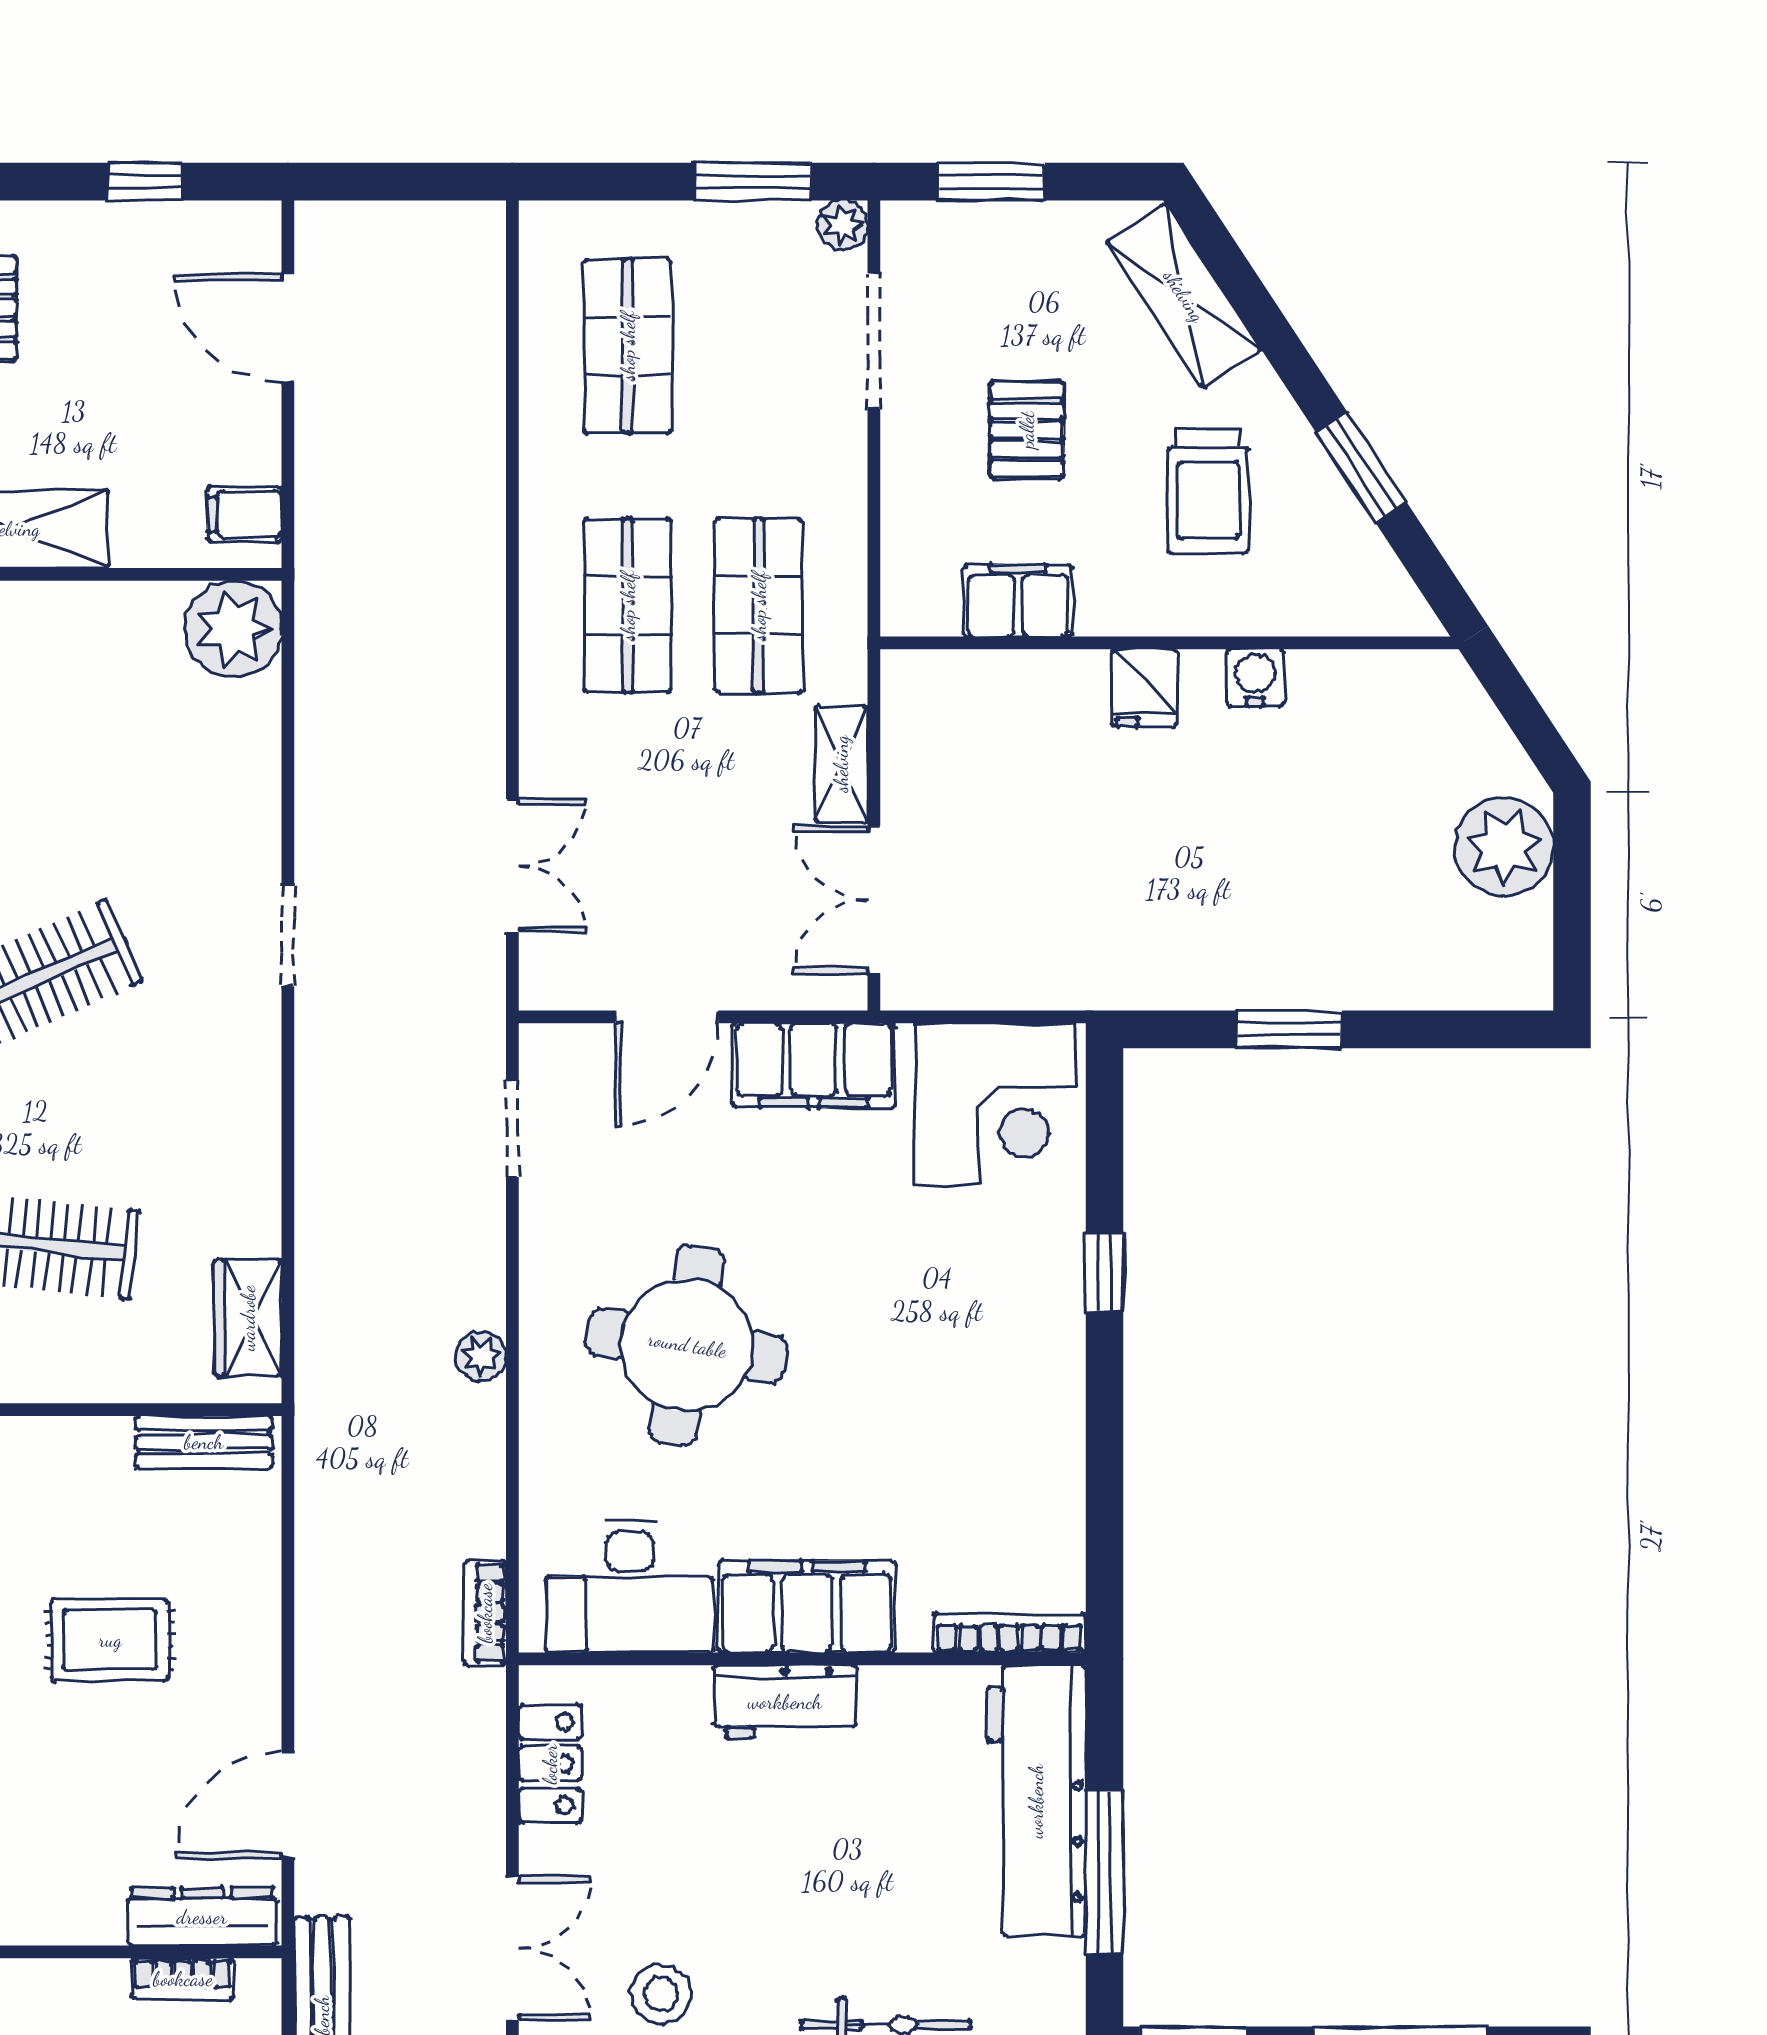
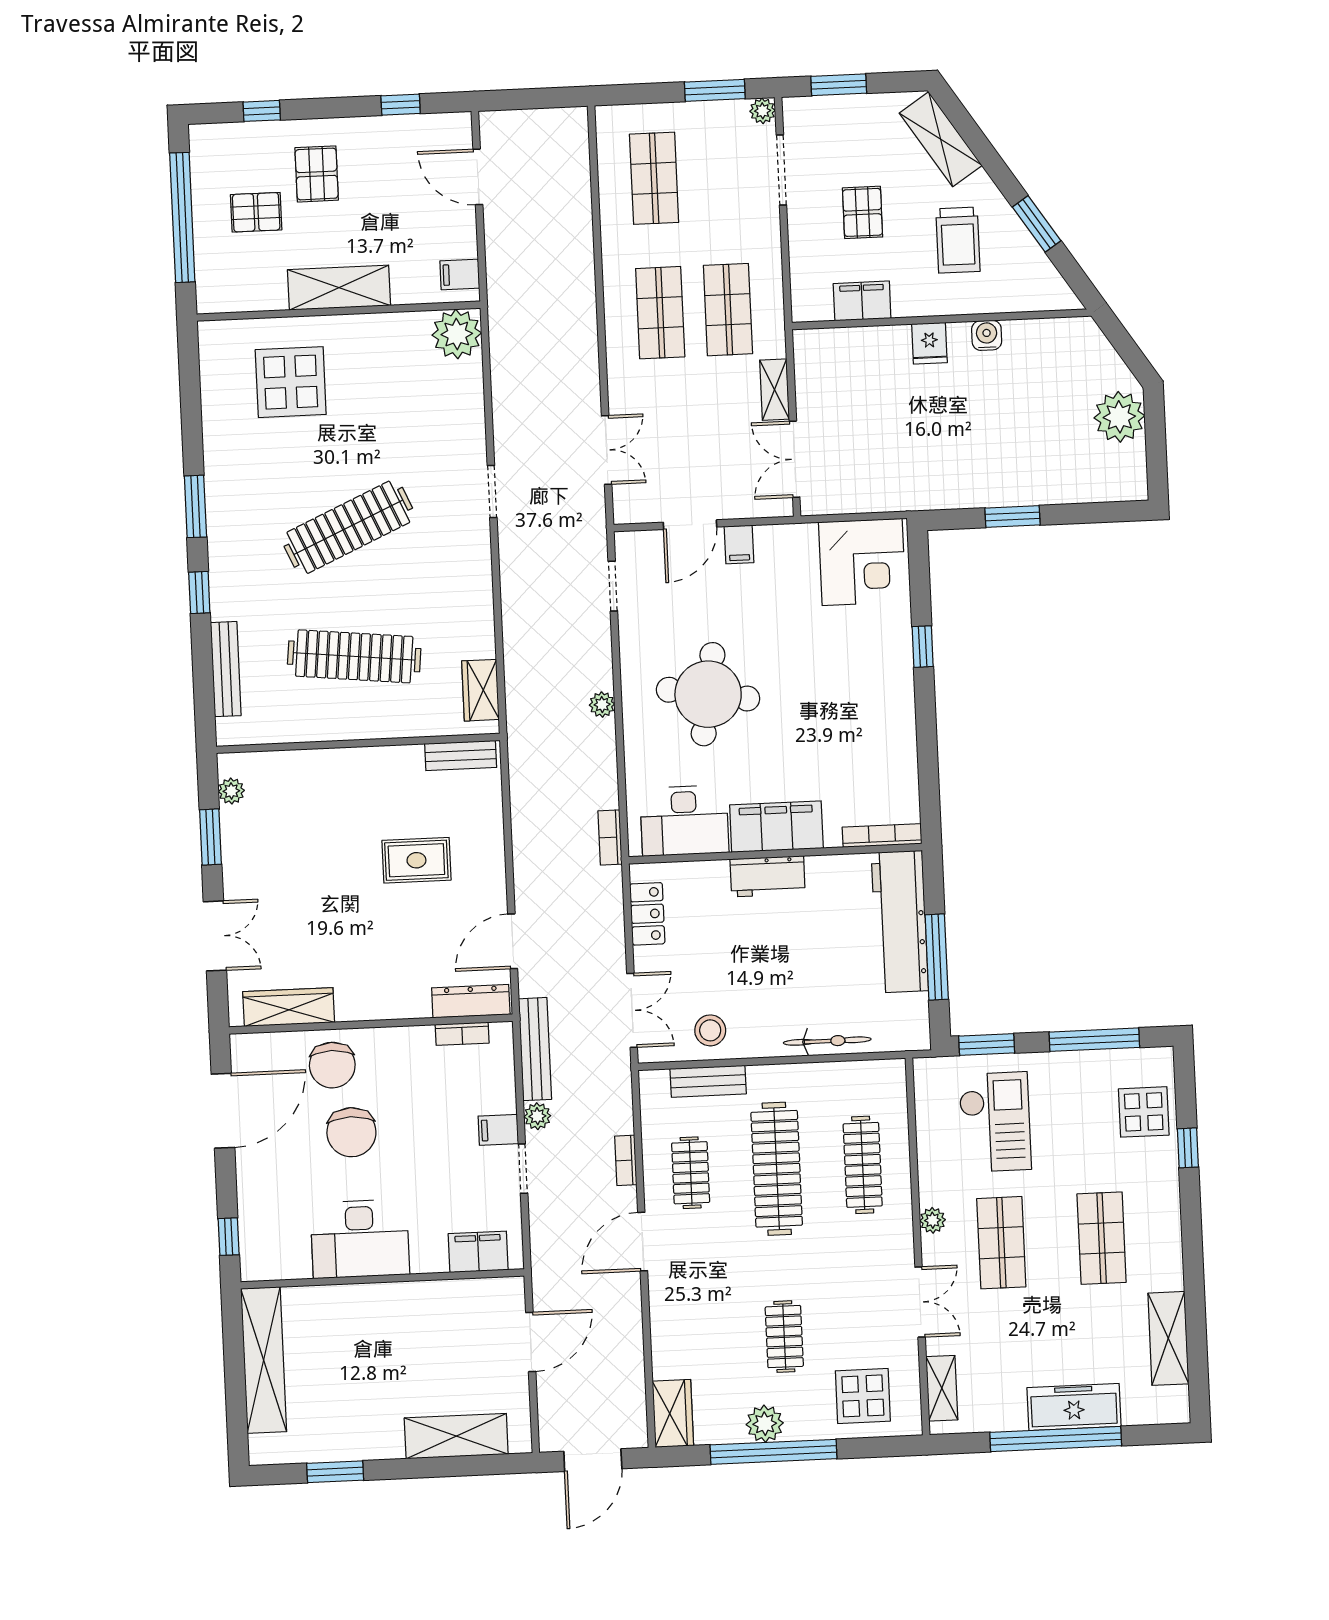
filing cabinet: (814, 1065) -> (739, 544), width x0.33, depth x0.86

